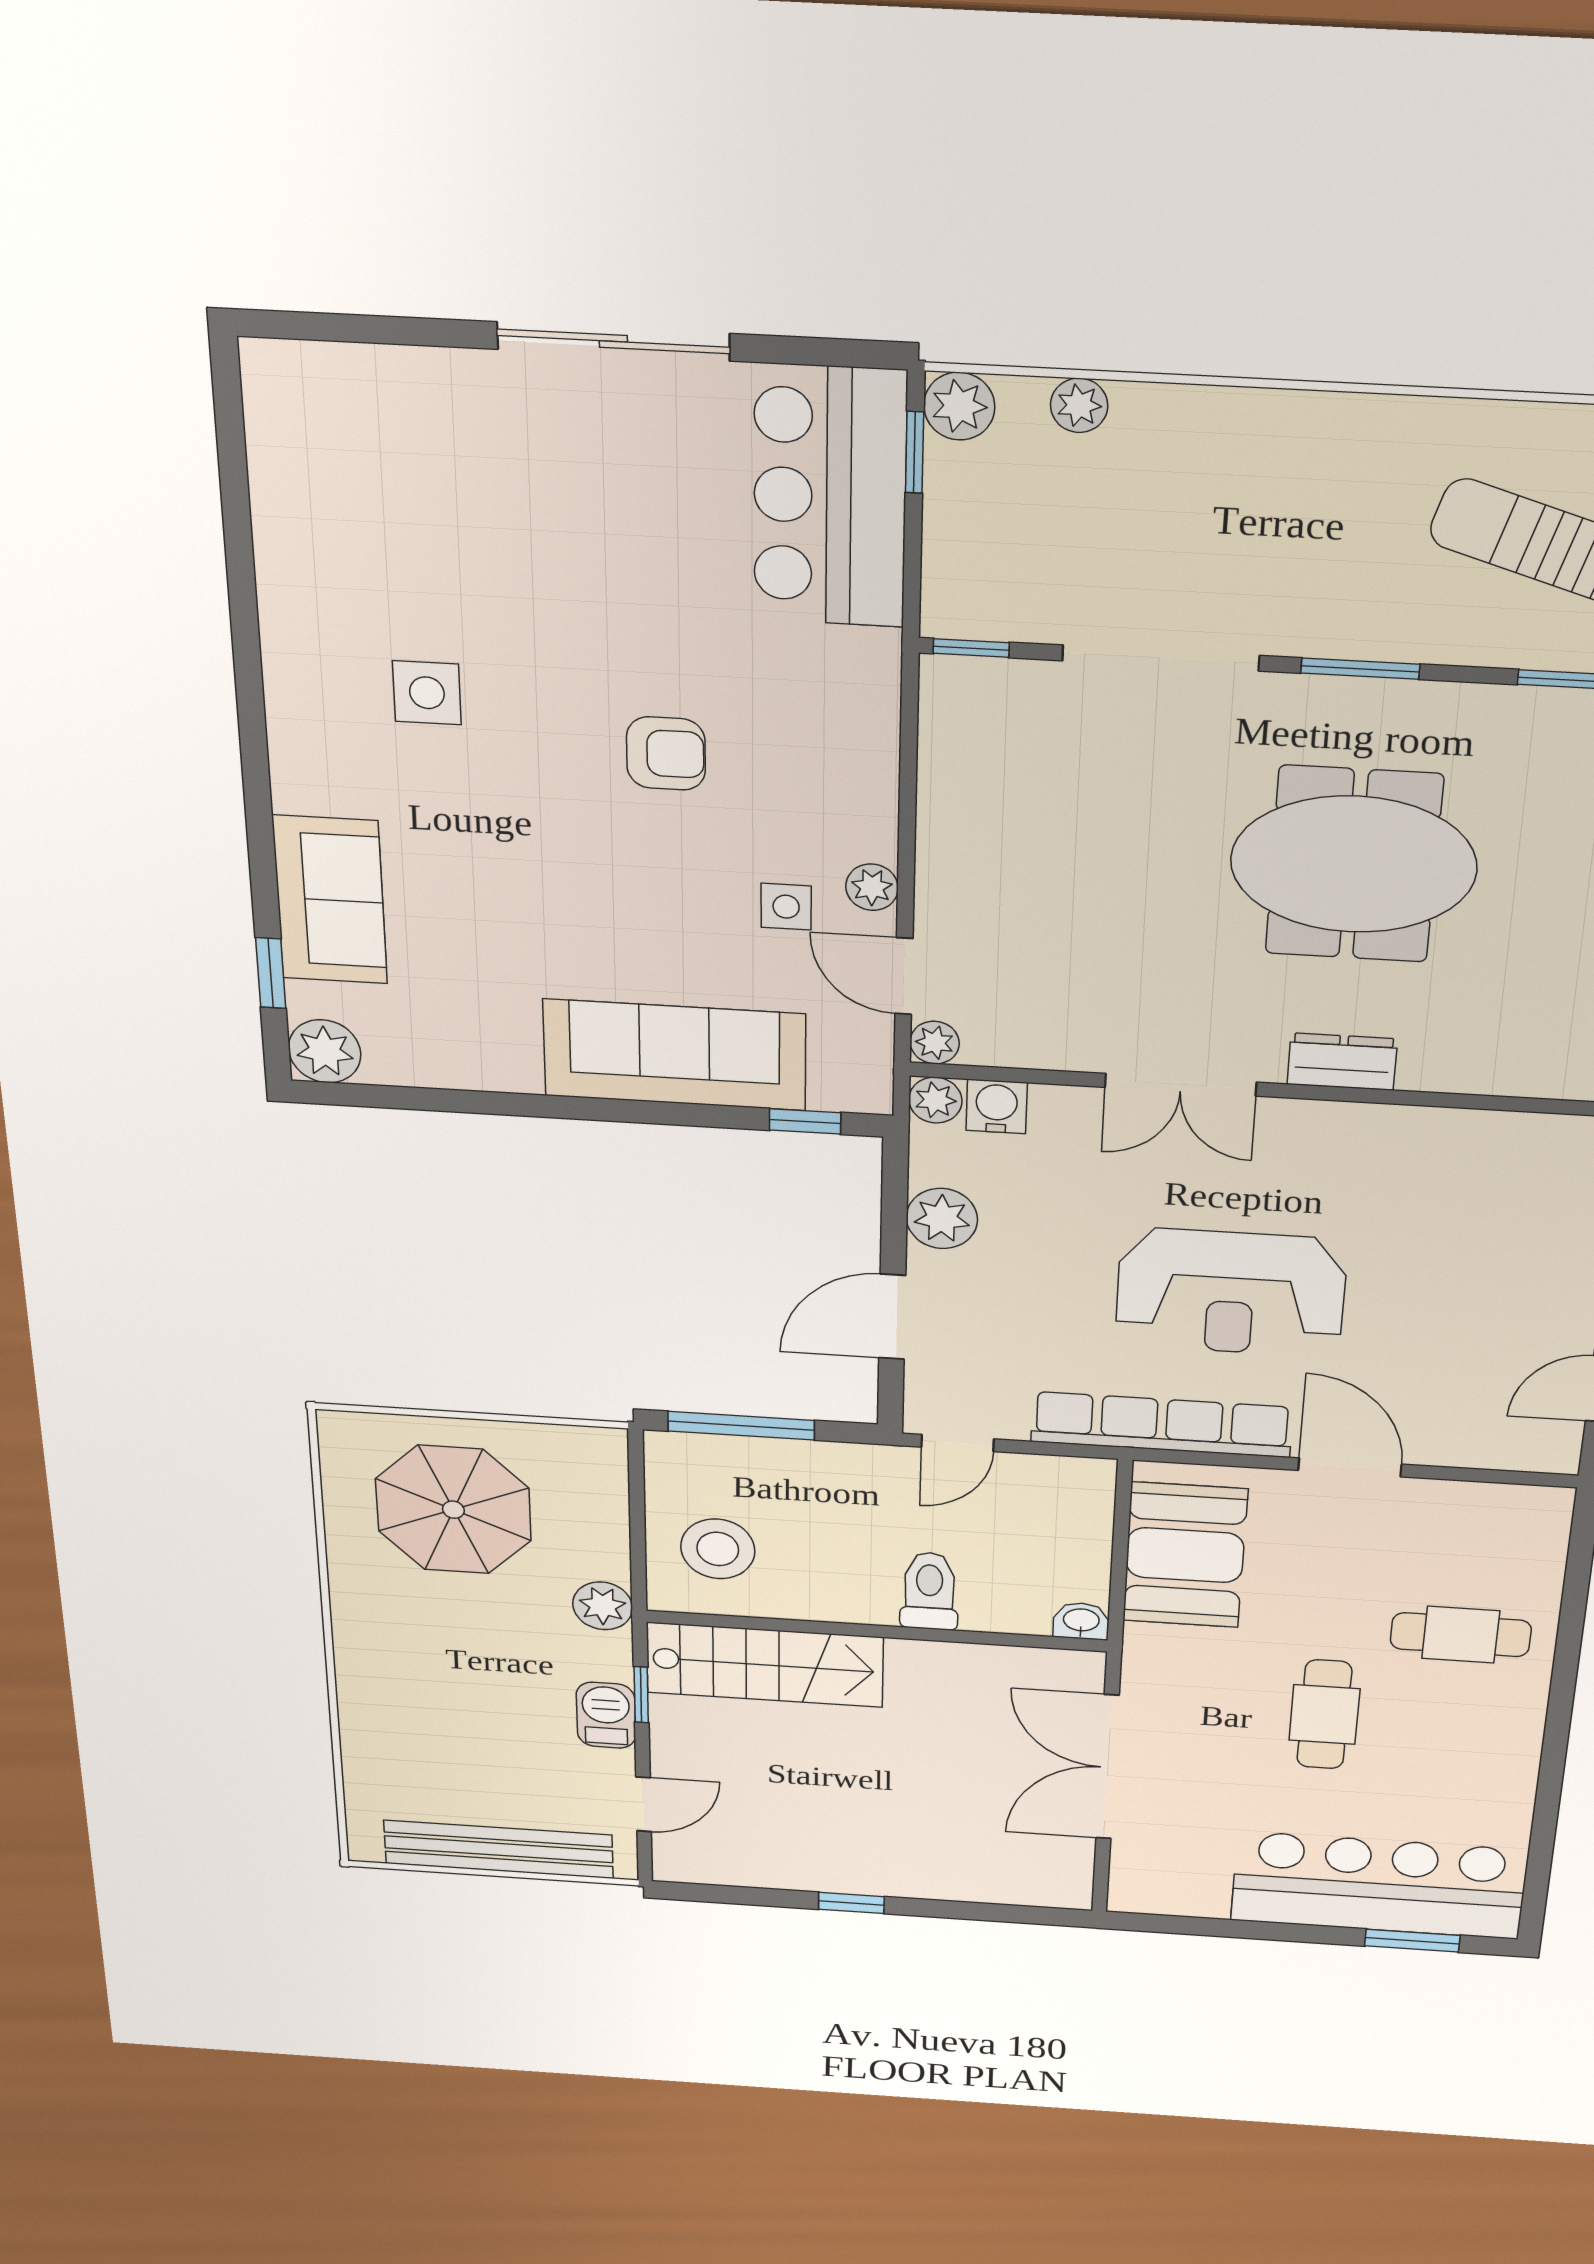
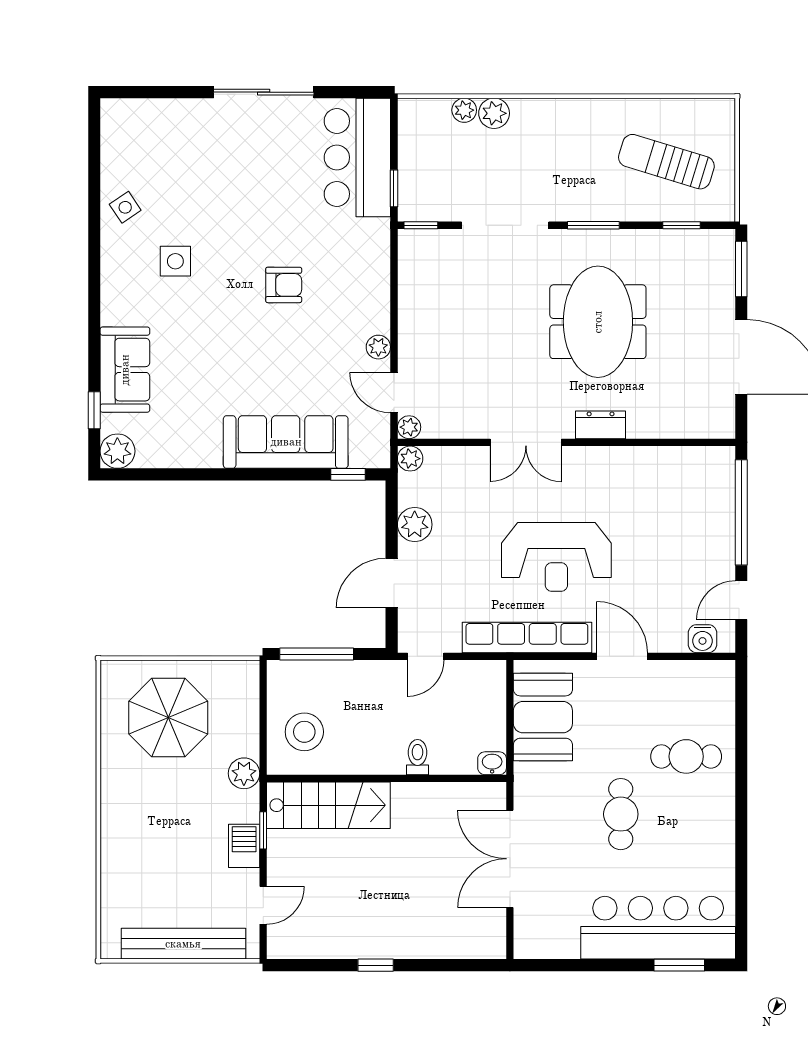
plant: (959, 406) -> (494, 113), moved
window: (915, 452) -> (394, 188), moved
meeting table: (1354, 864) -> (598, 322), turned 90
side table: (786, 907) -> (125, 207), moved, turned -34
water cooler: (997, 1107) -> (703, 639), moved, turned 180
toilet: (929, 1591) -> (417, 757), width x0.73, depth x0.72

